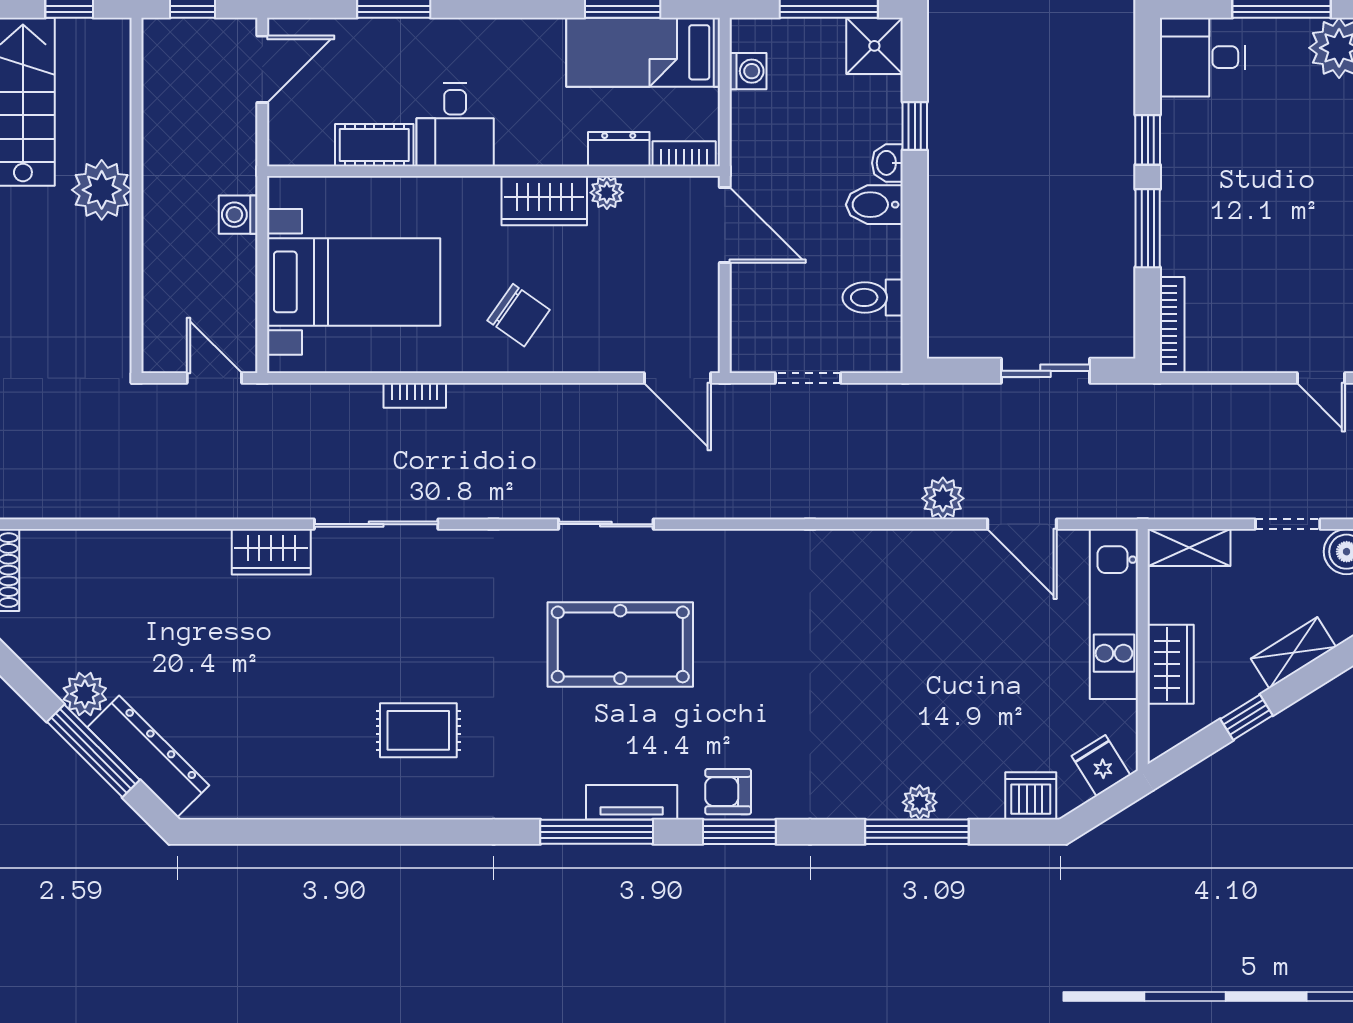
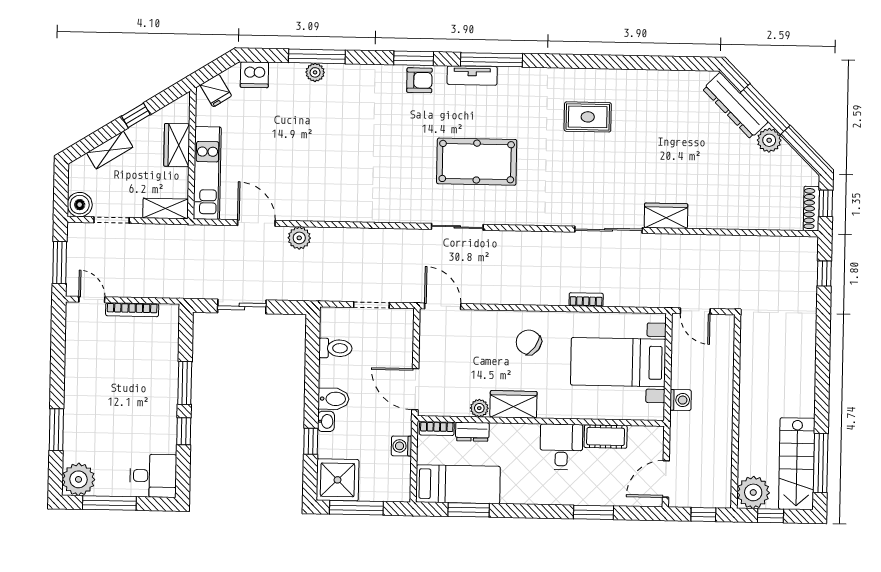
shower: (874, 46) -> (337, 480), width x1.36, depth x1.36
washing machine: (748, 71) -> (402, 446), moved
plant: (102, 190) -> (753, 492), moved
bookcase: (1172, 325) -> (132, 310), moved, turned -90
sliding door: (606, 524) -> (457, 227), moved

